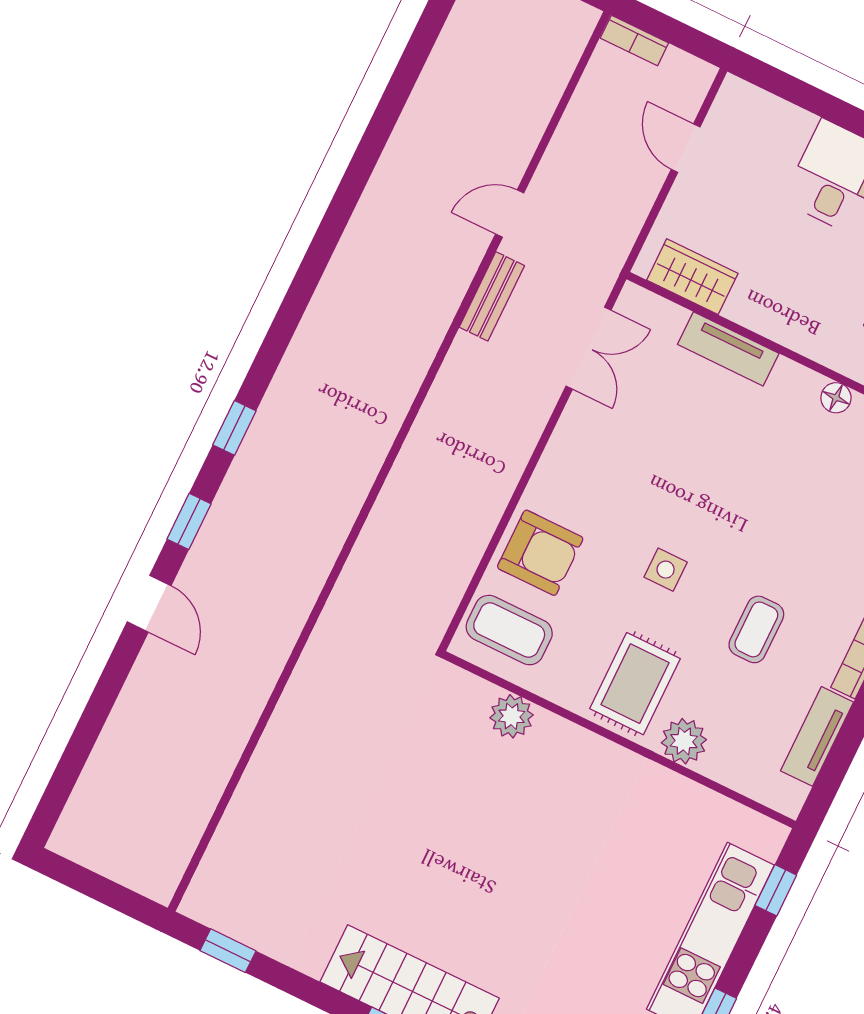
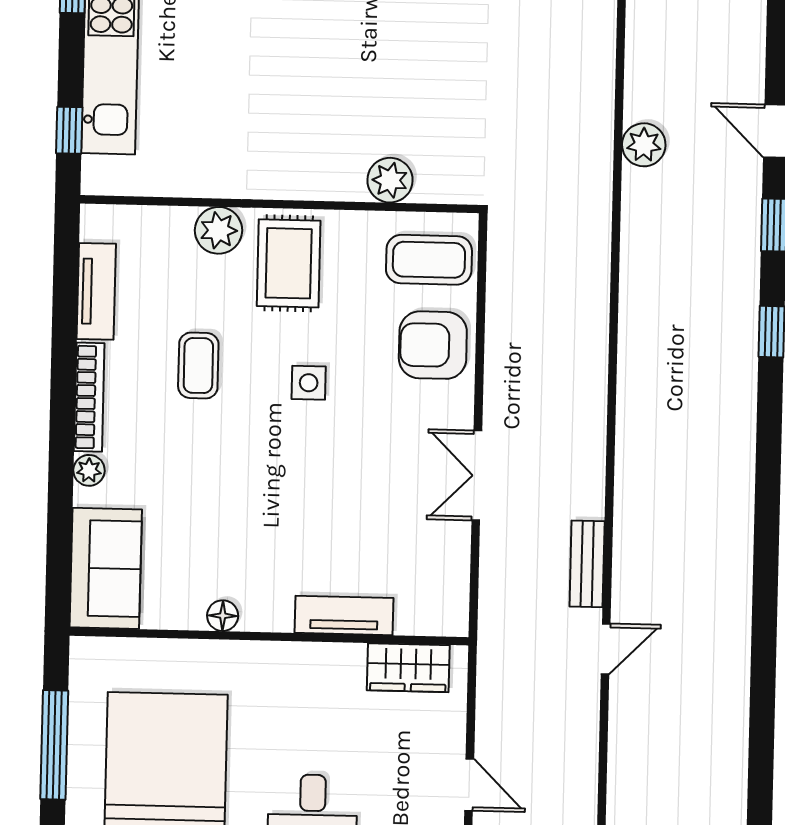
double door: (589, 348) -> (477, 475), moved
plant: (272, 645) -> (644, 145), added

